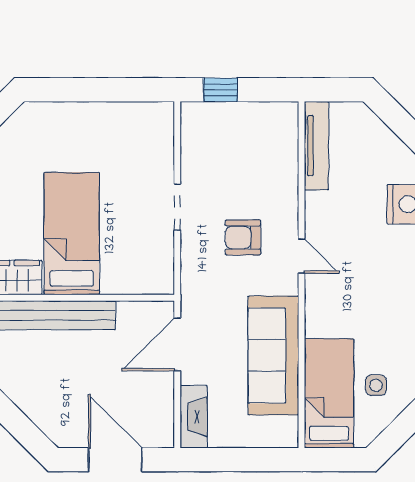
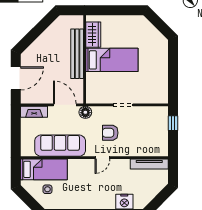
armchair: (243, 237) -> (110, 133), turned -90
floor lamp: (195, 296) -> (85, 112), added

